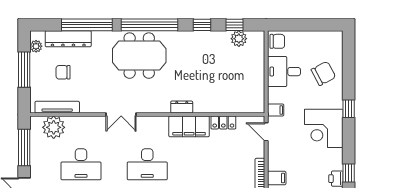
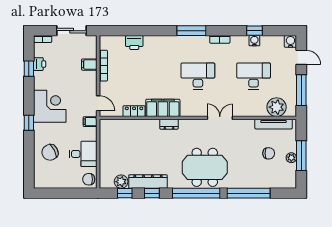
dresser: (68, 39) -> (148, 181), moved
plant: (36, 46) -> (291, 158), moved

